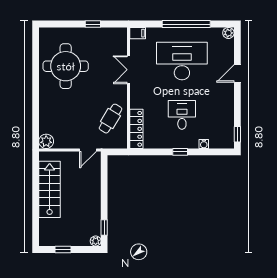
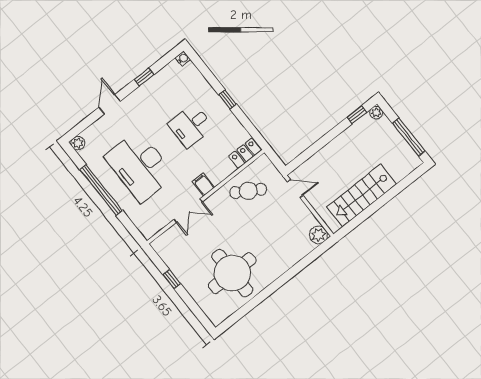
filing cabinet: (138, 33) -> (203, 184), moved
door: (237, 73) -> (110, 104), swing flipped
locker: (136, 129) -> (245, 153), width x0.66
window: (237, 134) -> (144, 77), moved
water cooler: (204, 144) -> (183, 59), moved
window: (63, 250) -> (409, 137), width x2.17

